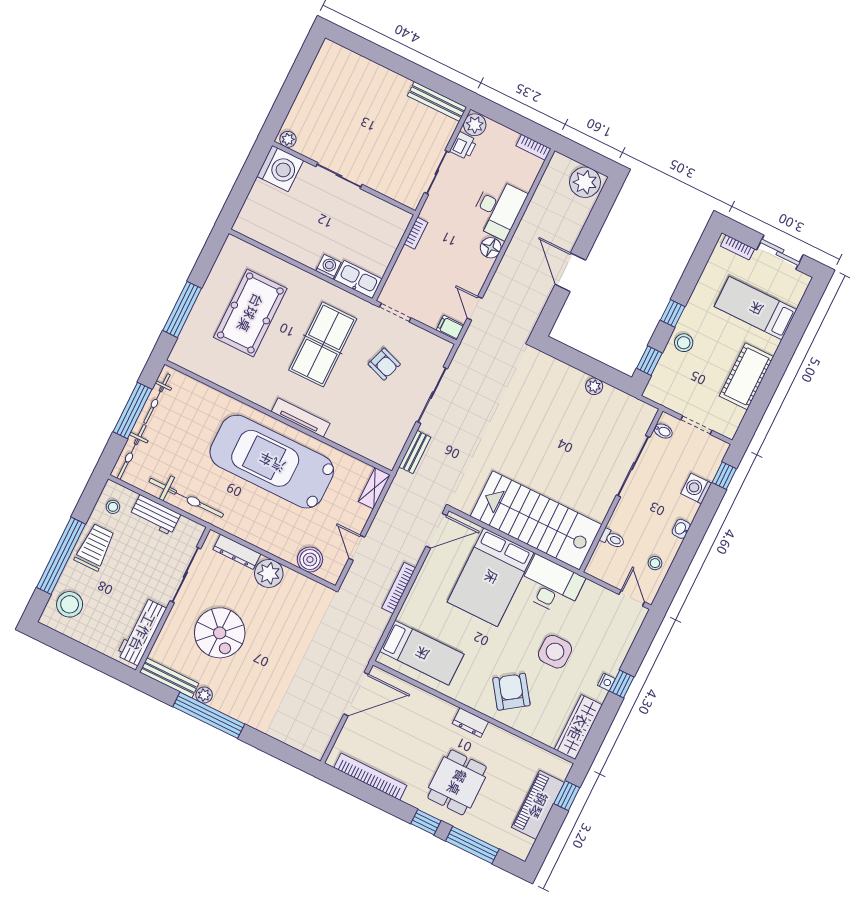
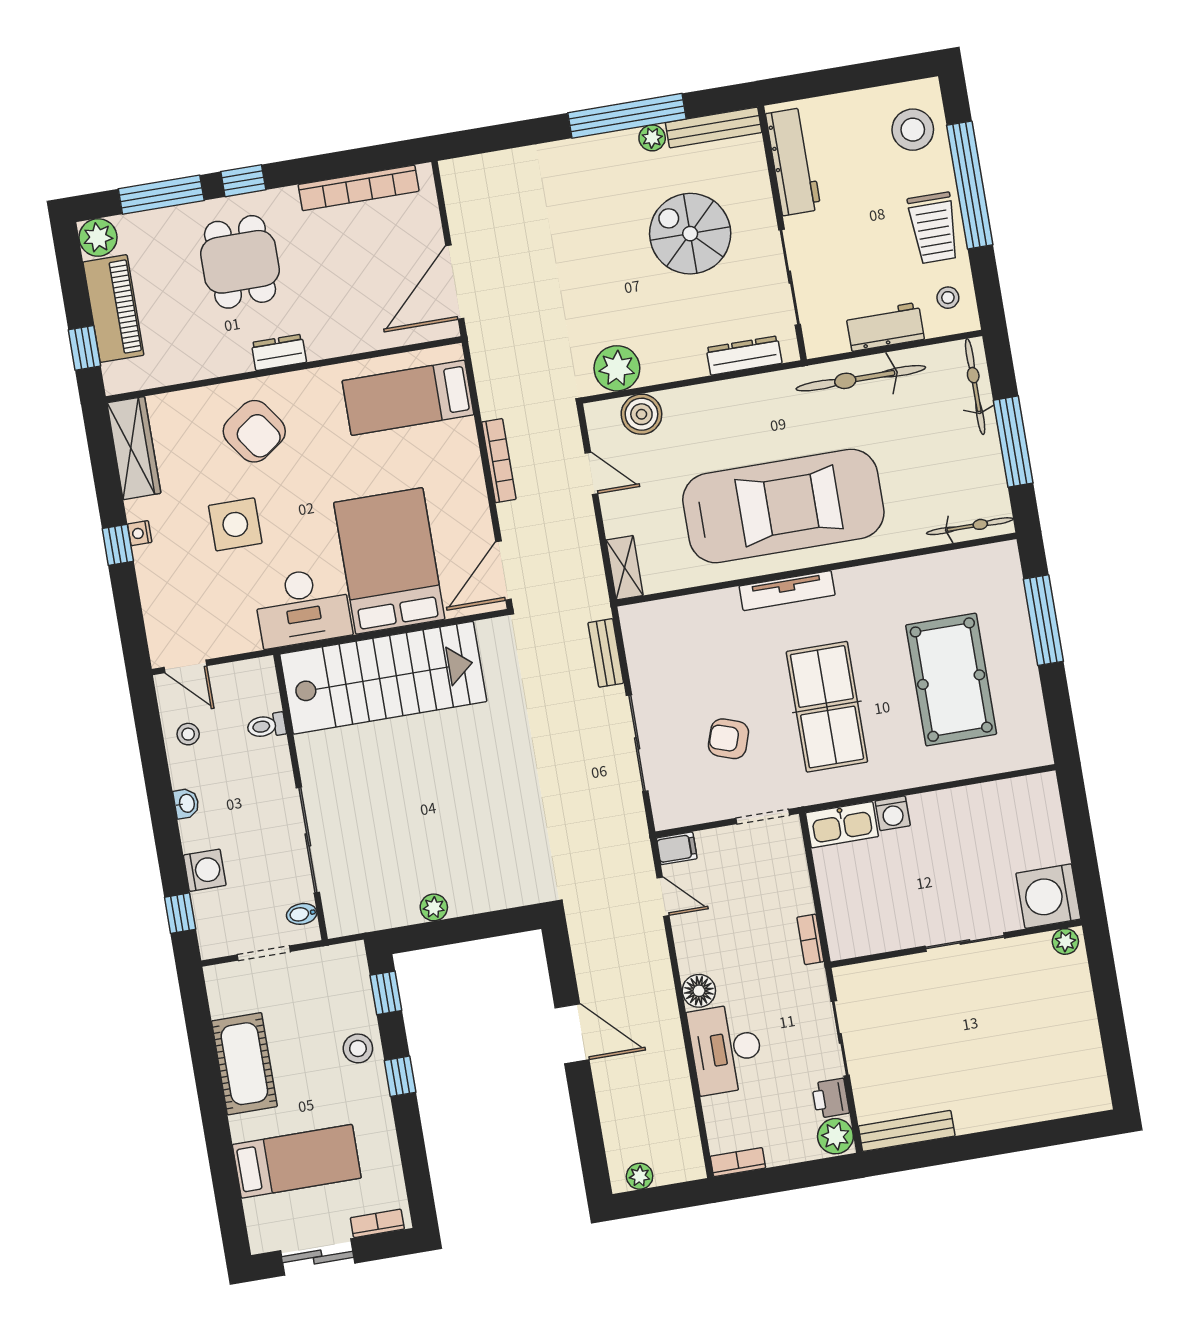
plant: (585, 182) -> (640, 1176), width x0.53, depth x0.53
bicycle: (157, 399) -> (970, 526), moved, turned 90
plant: (269, 573) -> (617, 368), moved
plant: (520, 846) -> (98, 237), added

